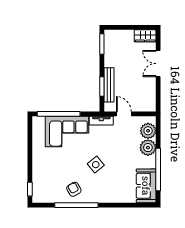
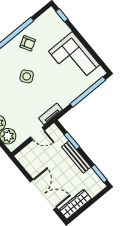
wardrobe: (145, 36) -> (75, 204), width x1.50
double door: (158, 64) -> (43, 195), width x1.37
bench: (109, 85) -> (76, 157), moved
corner sofa: (67, 132) -> (74, 58), moved, turned -90

